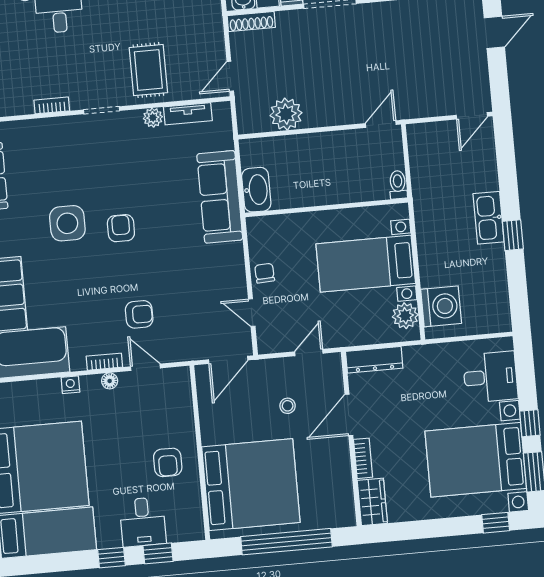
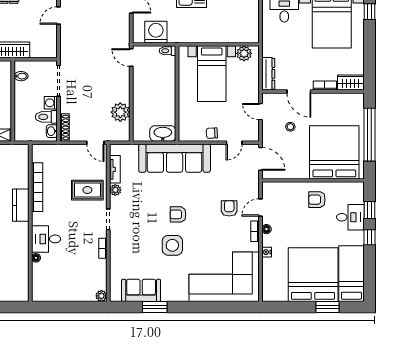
sofa: (220, 197) -> (175, 158), width x1.36, depth x1.27
washing machine: (441, 306) -> (156, 32), moved
armchair: (168, 462) -> (317, 200), turned 180

